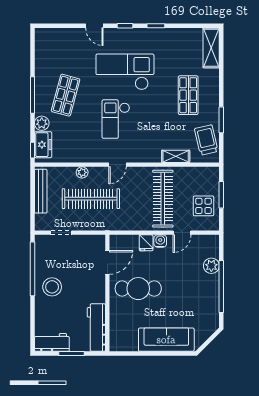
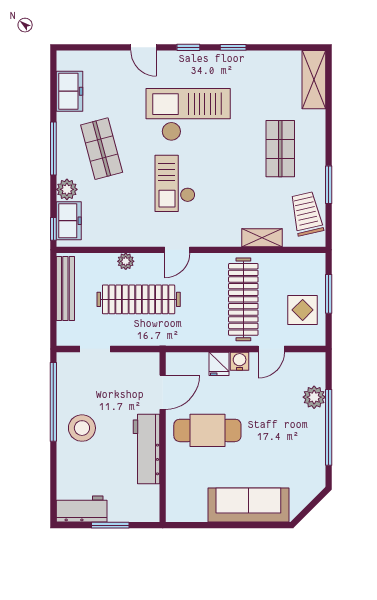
freezer: (43, 56) -> (69, 91), added
shop shelf: (66, 95) -> (102, 149), turned -30
workbench: (96, 328) -> (146, 449), moved

